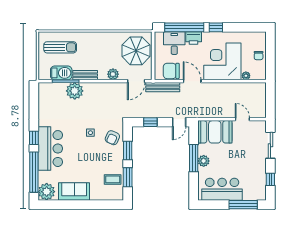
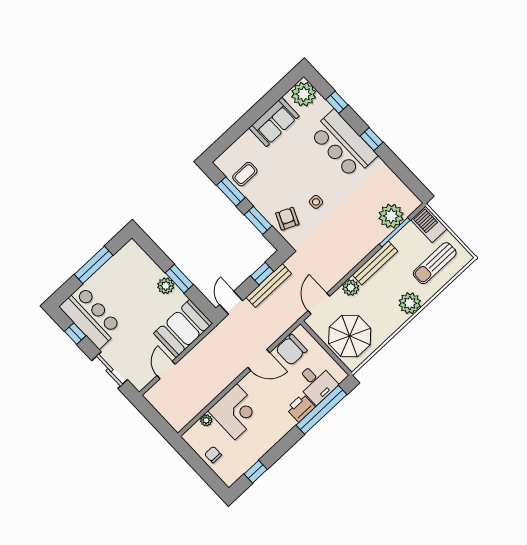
window: (216, 27) -> (256, 472), moved
plant: (91, 39) -> (410, 303), added
corner desk: (222, 61) -> (236, 412), width x0.74, depth x0.74
chair: (171, 71) -> (291, 350), turned 180
barbecue: (61, 73) -> (429, 224), moved, turned 90
bench: (85, 75) -> (375, 263), width x1.36
bench: (163, 87) -> (269, 286), moved
plant: (75, 91) -> (391, 216), moved
door: (242, 119) -> (166, 370), swing flipped
window: (194, 158) -> (179, 279), width x0.69
window: (34, 172) -> (337, 102), width x0.32
bar counter: (222, 189) -> (91, 317), moved, turned -90
window: (243, 205) -> (94, 265), moved

